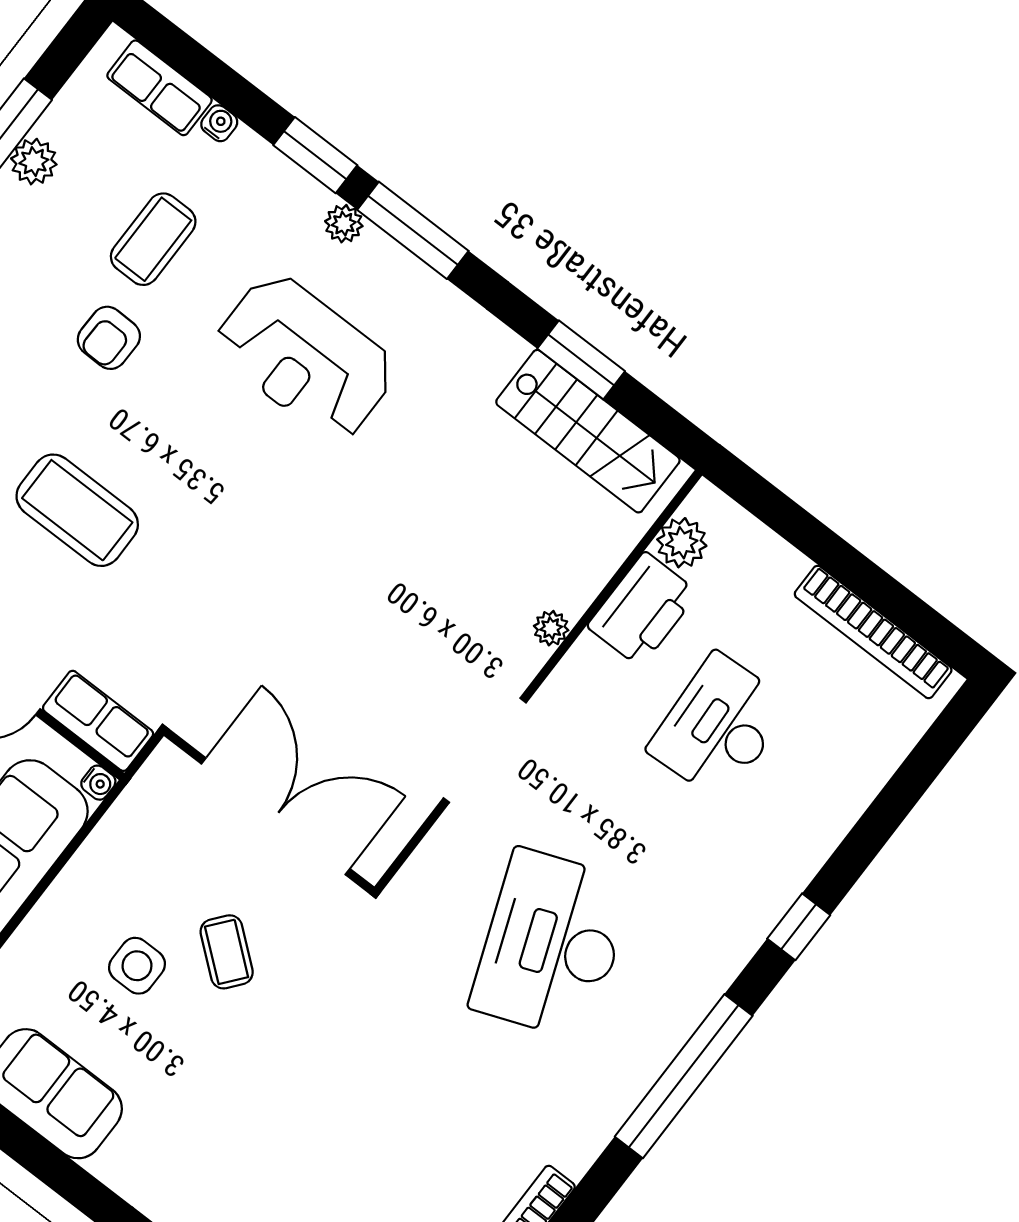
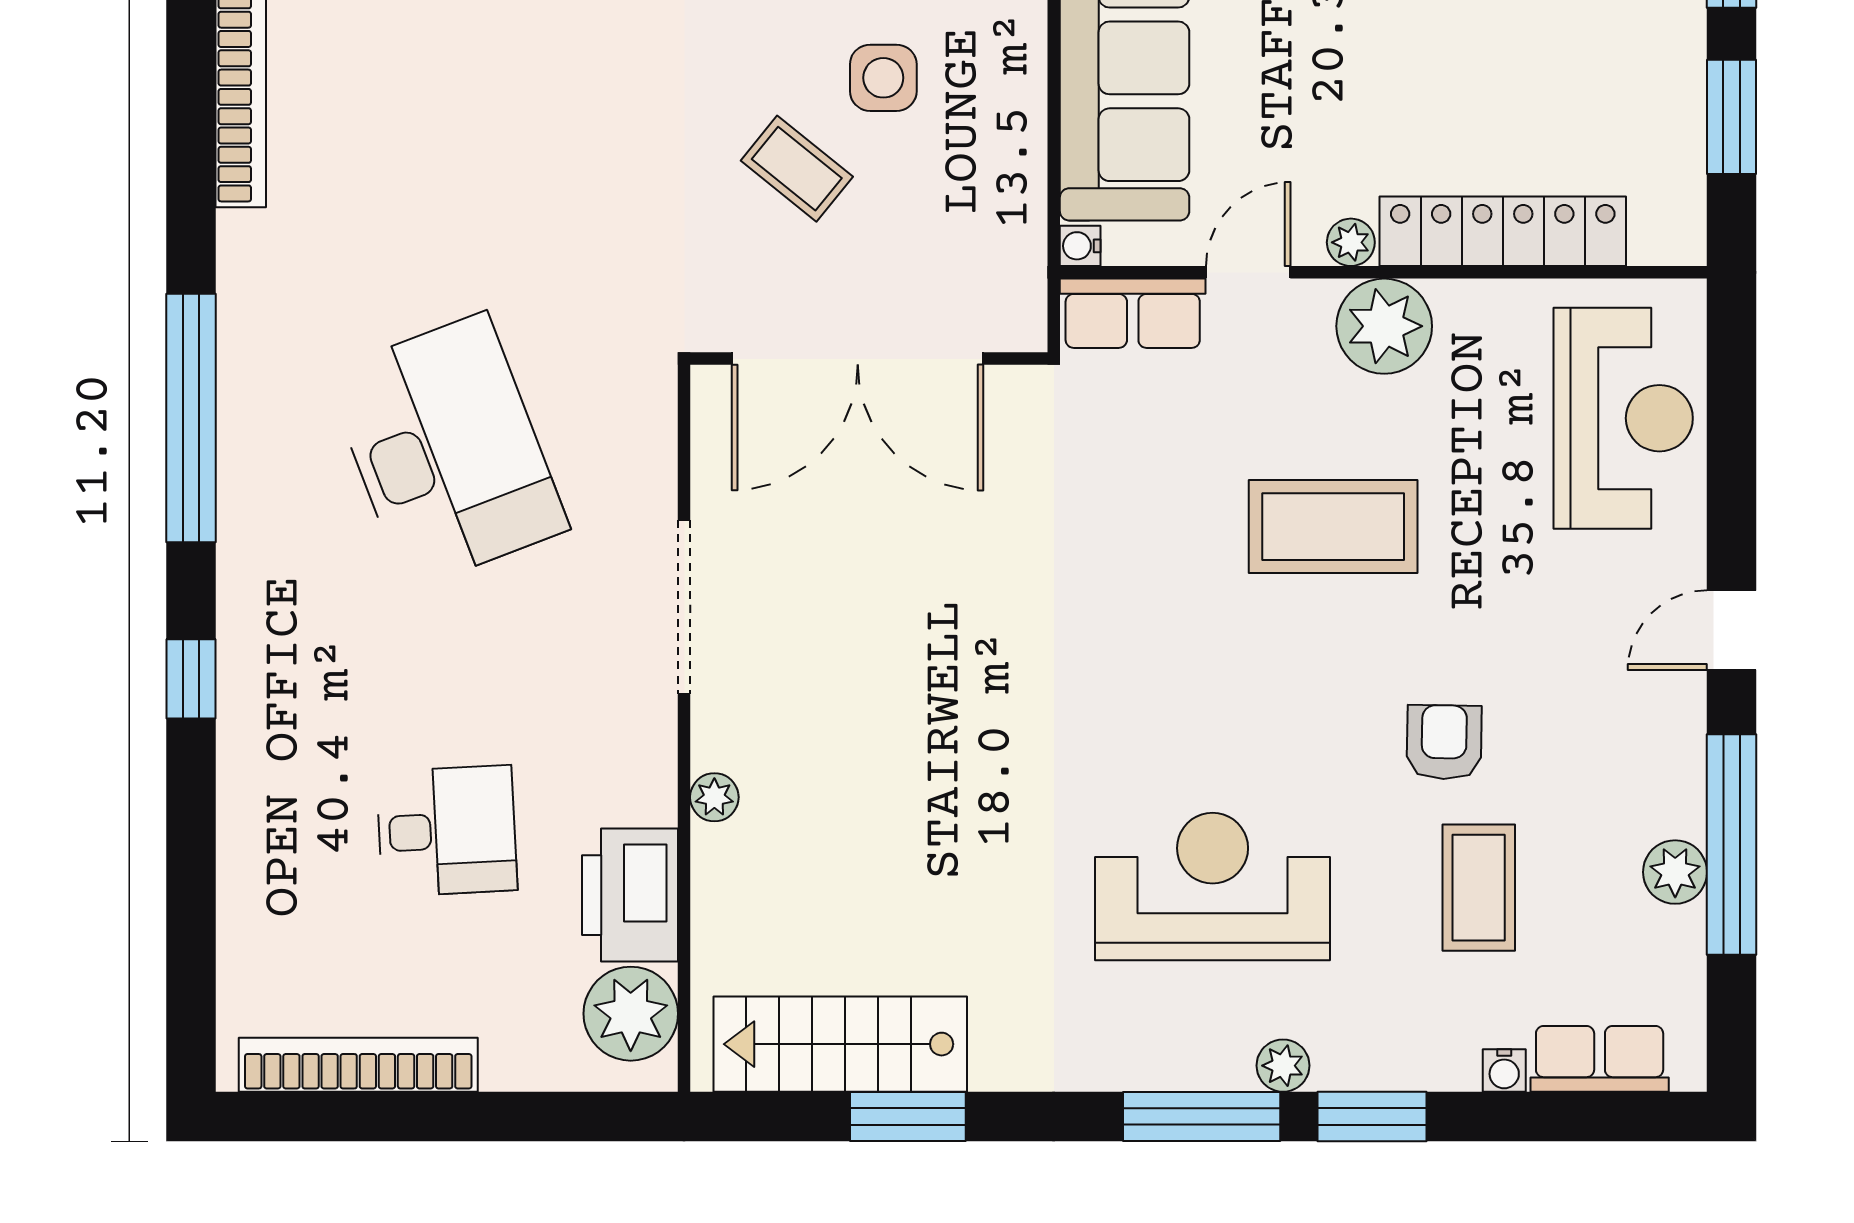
plant: (682, 543) -> (631, 1014), width x1.36, depth x1.36
desk: (719, 727) -> (447, 831), width x0.73

